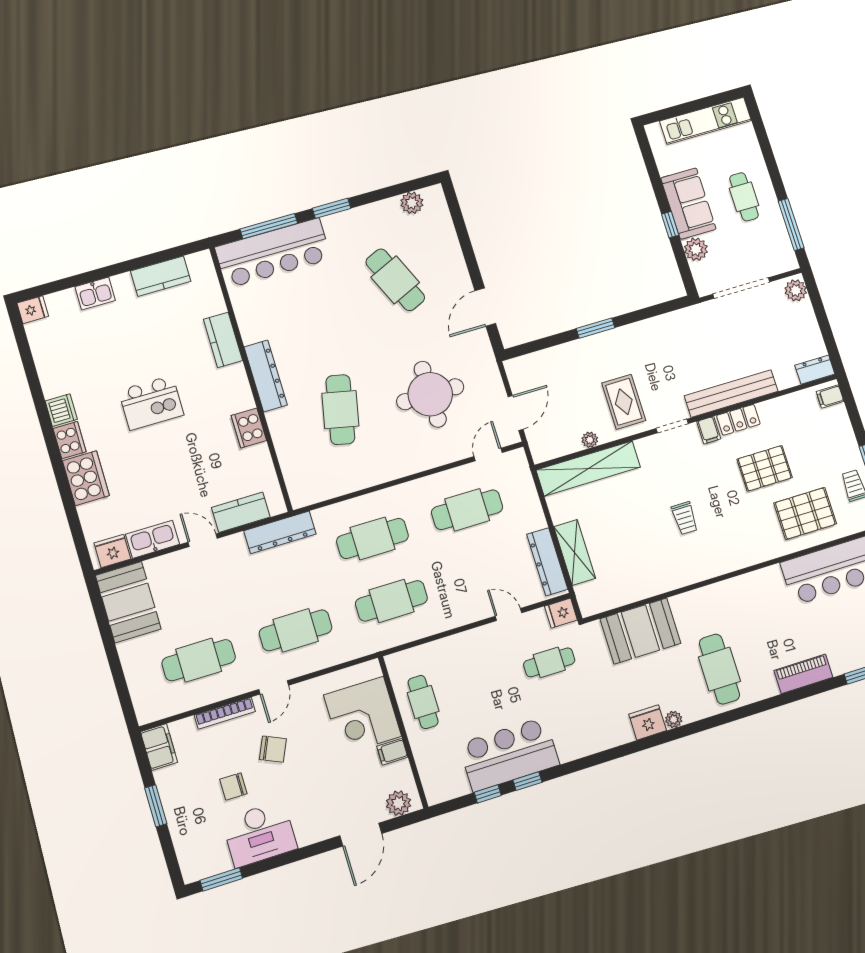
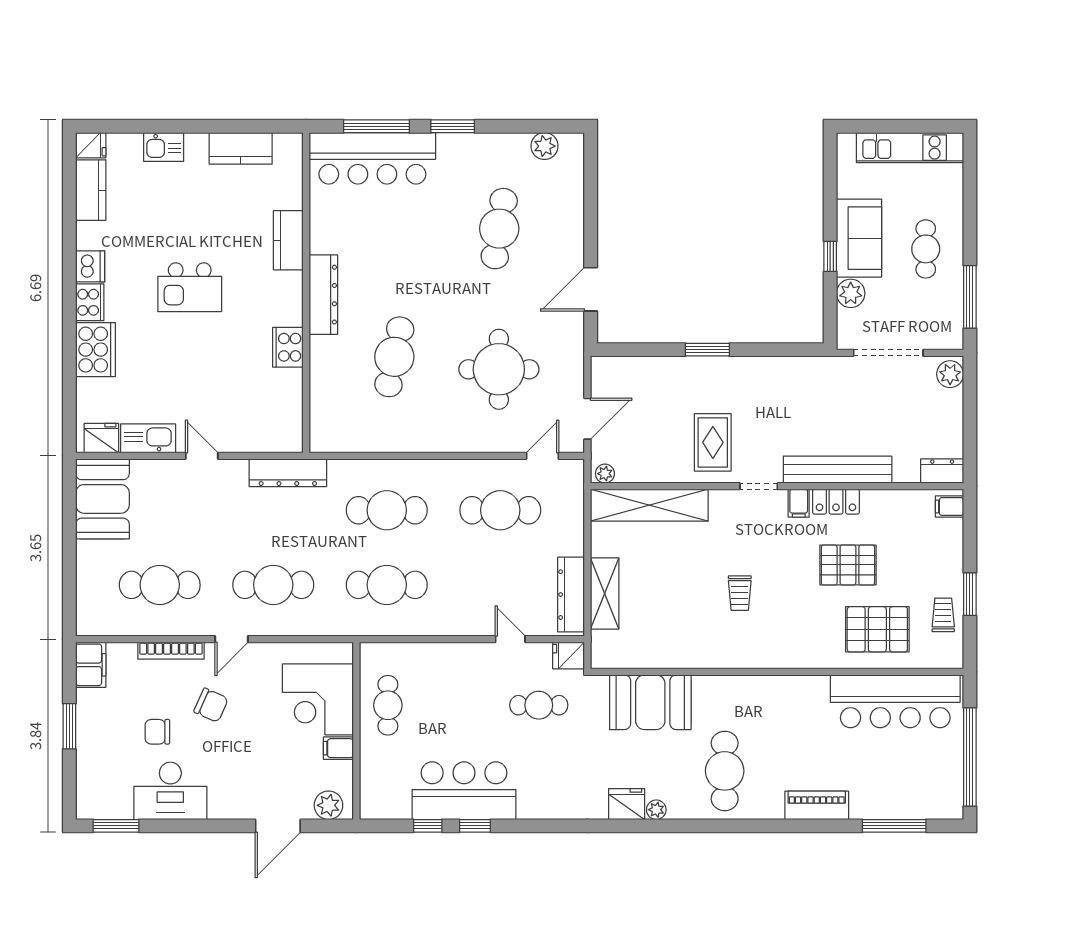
cafe table: (395, 280) -> (499, 229), turned 33
plant: (590, 440) -> (605, 474), moved
kitchen counter: (241, 512) -> (91, 190), moved, turned 90

